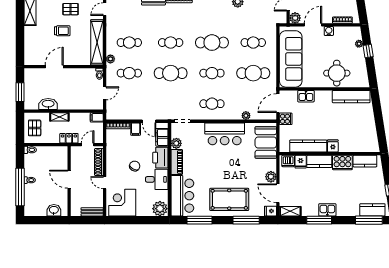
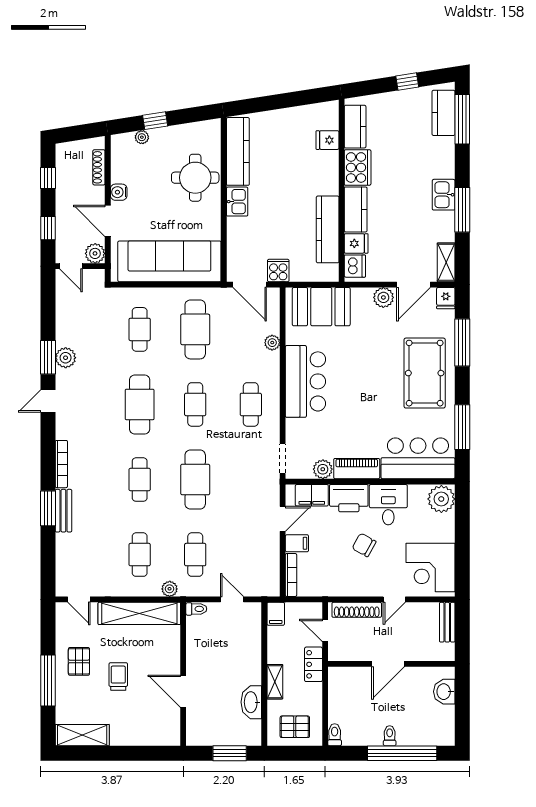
kitchen sink: (306, 96) -> (237, 202), moved
fridge: (333, 146) -> (327, 140), moved

